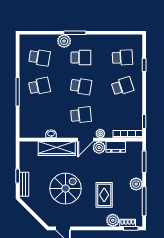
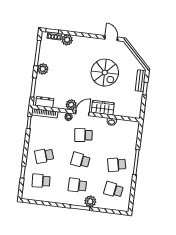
dresser: (116, 147) -> (45, 102), moved
wardrobe: (57, 149) -> (103, 108), width x0.67
spiral stairs: (66, 189) -> (105, 73), turned -90
rug: (104, 195) -> (72, 63), removed

